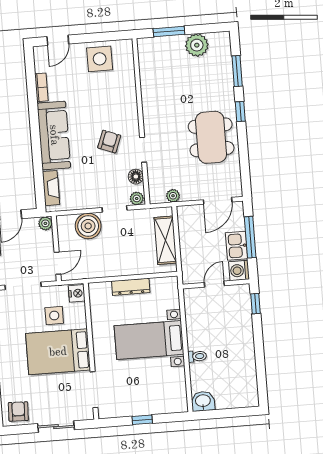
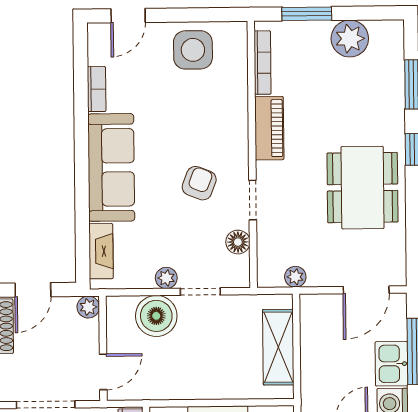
bookcase: (144, 64) -> (263, 63), added
piano: (150, 104) -> (269, 128), added
plant: (137, 198) -> (166, 278), moved

